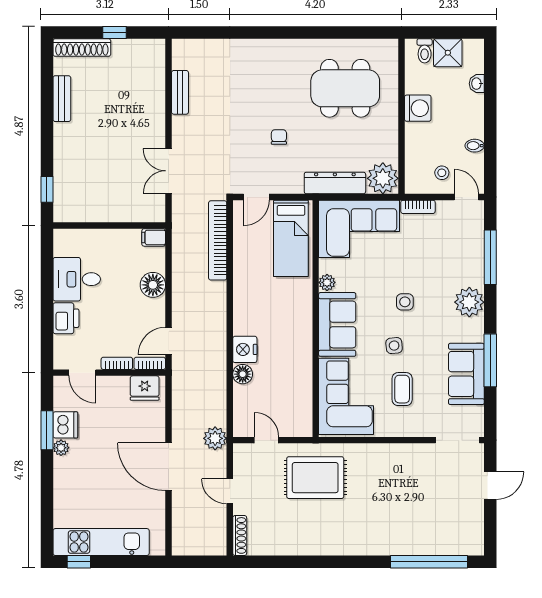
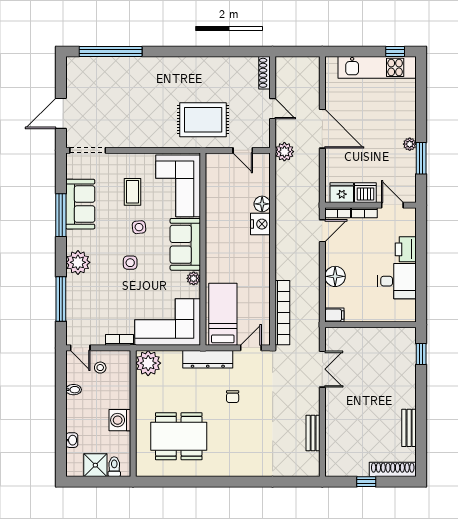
dresser: (335, 183) -> (208, 359), moved
dishwasher: (65, 425) -> (365, 193), moved, turned 90
door: (490, 486) -> (61, 113), width x1.38

